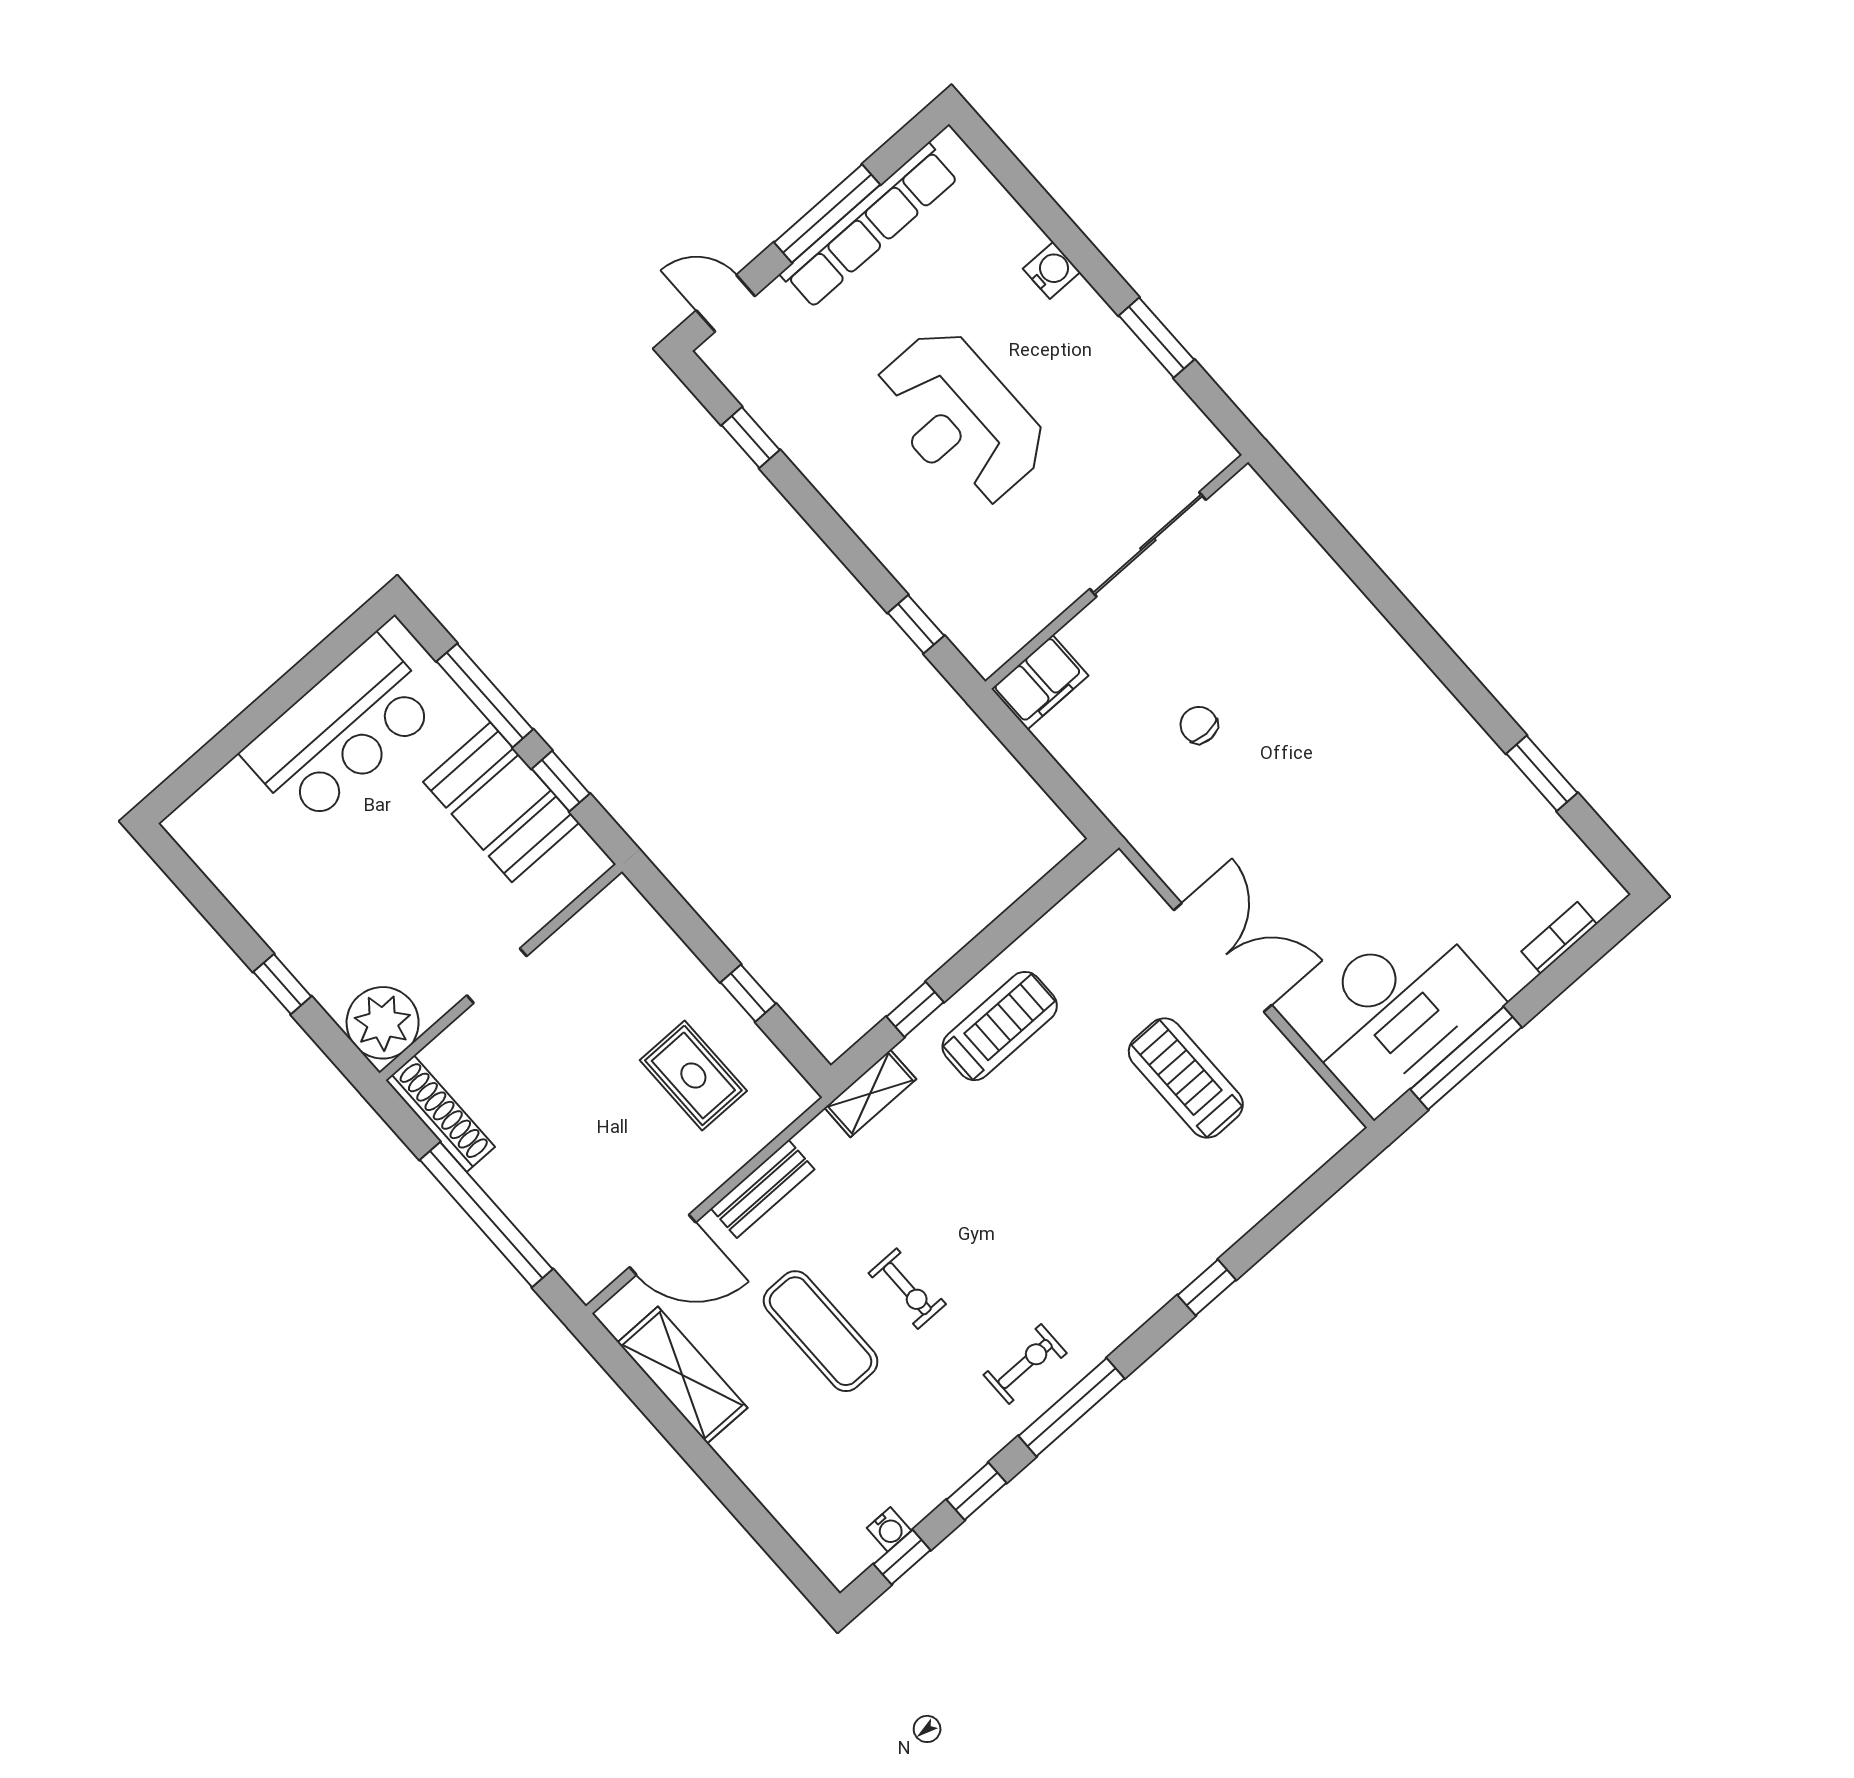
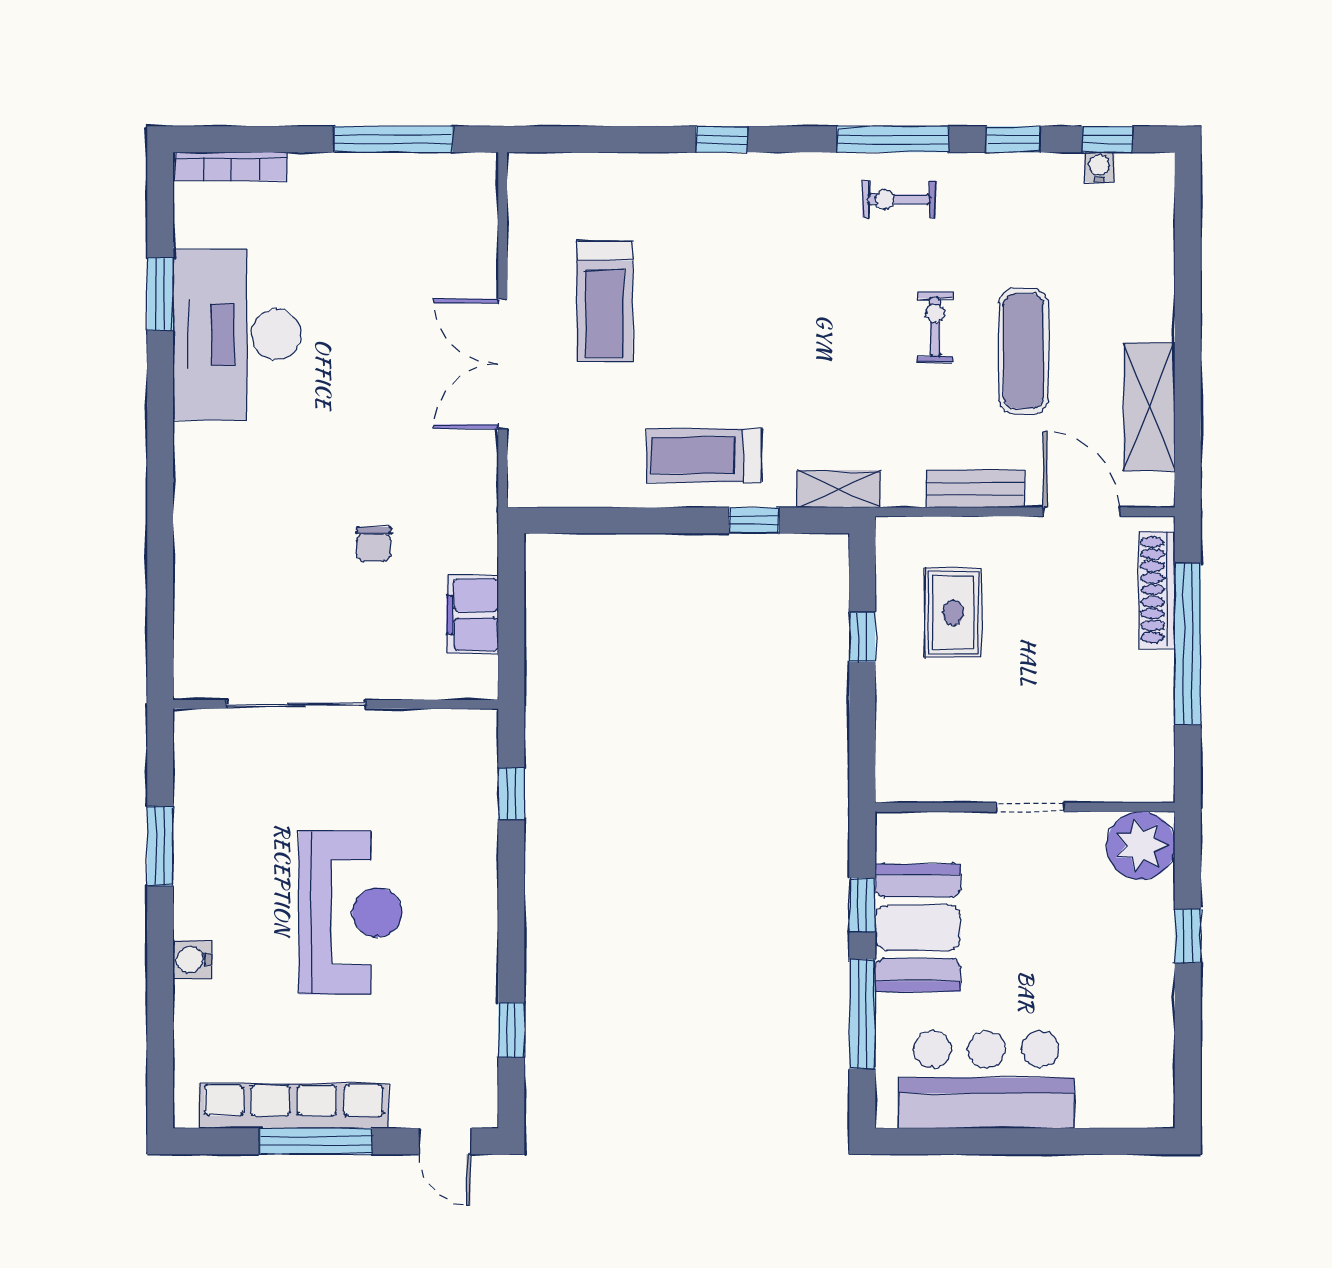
filing cabinet: (1040, 682) -> (473, 615), moved, turned -90
bookcase: (1559, 938) -> (231, 166), width x1.56
desk: (1397, 1012) -> (237, 335), moved, turned -90
shoe rack: (440, 1114) -> (1157, 590), moved

